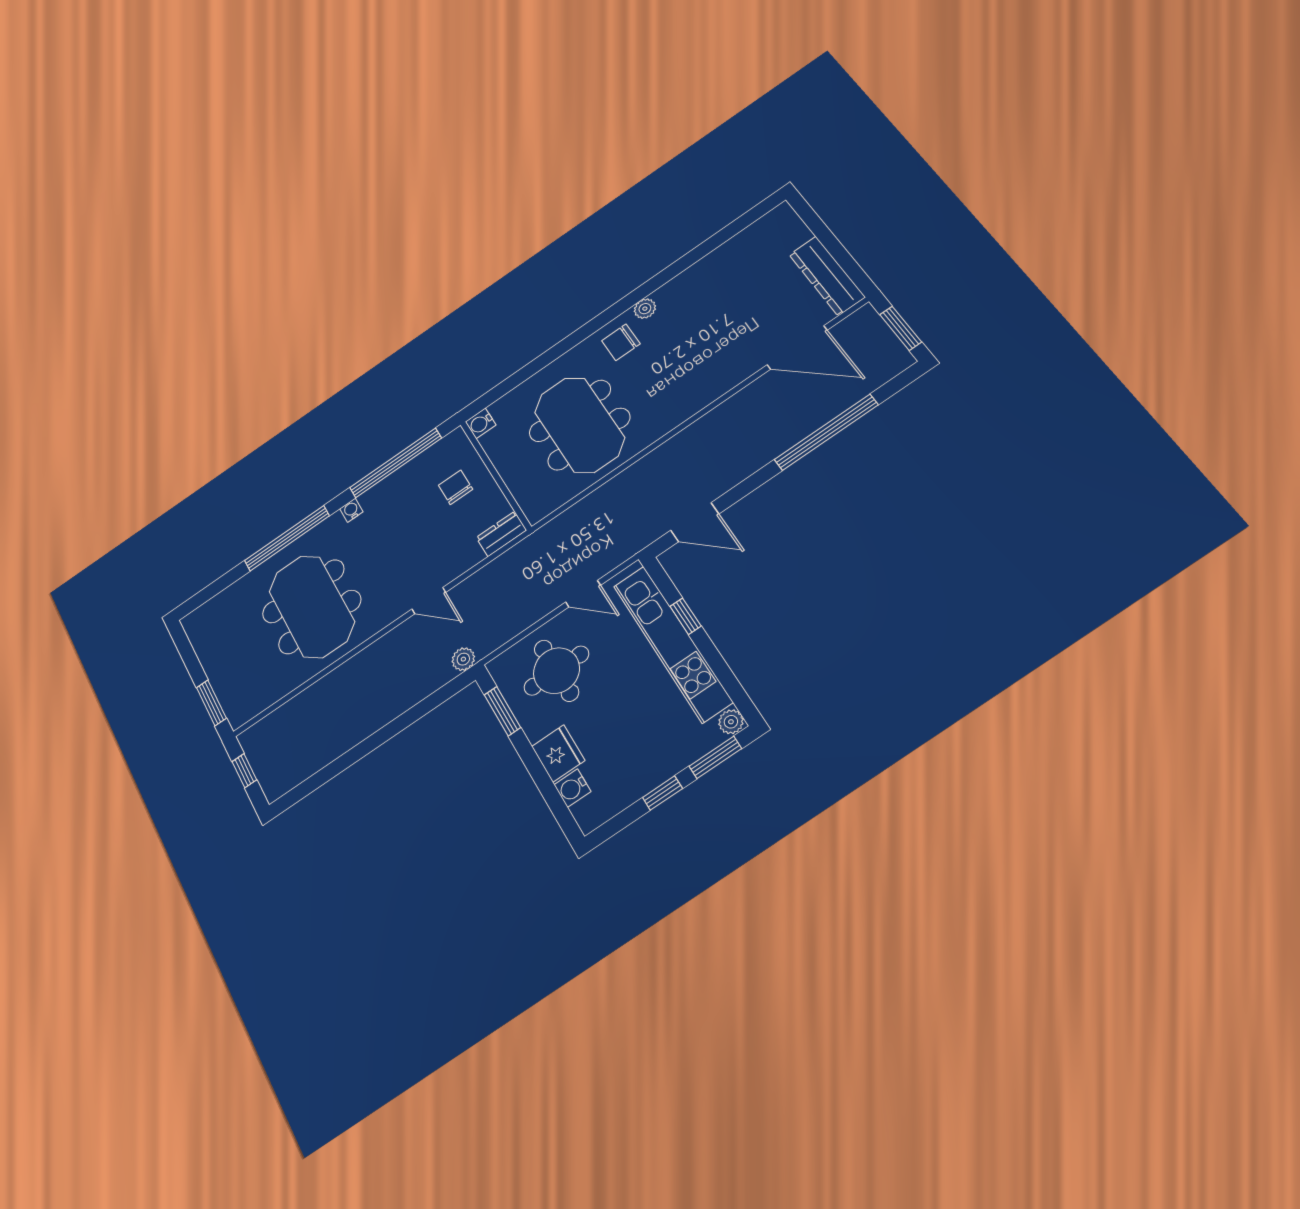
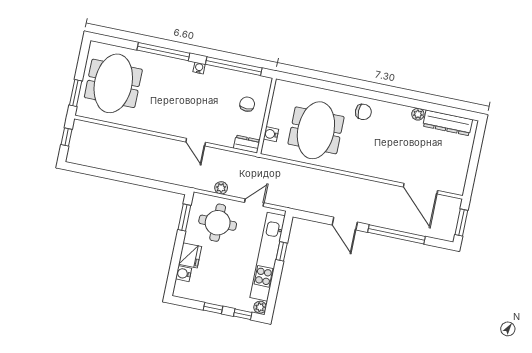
dresser: (827, 276) -> (448, 123), moved, turned -90
plant: (645, 309) -> (418, 114), moved
chair: (621, 342) -> (363, 112), turned 180
water cooler: (481, 423) -> (271, 134), moved
door: (695, 522) -> (345, 224), moved
door: (583, 594) -> (254, 203), swing flipped
meeting table: (311, 607) -> (113, 83), moved
plant: (463, 659) -> (221, 188), moved
window: (715, 757) -> (243, 314), width x0.67

